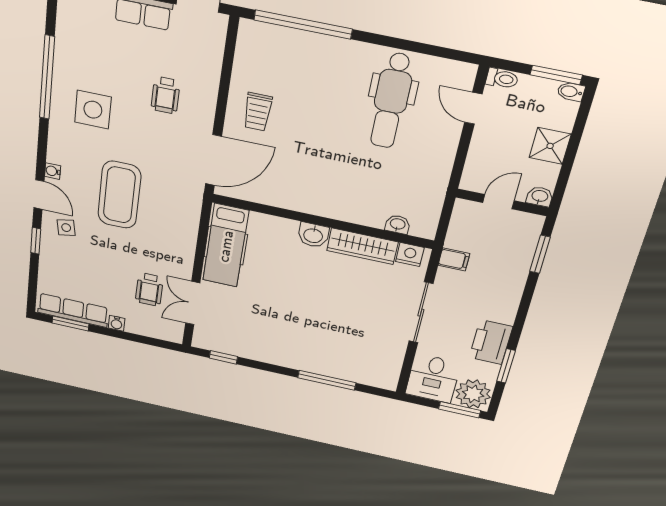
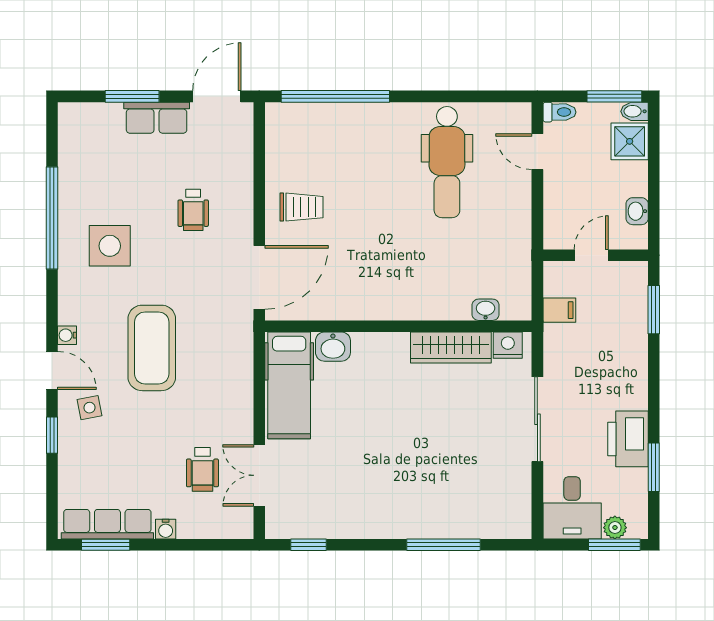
trolley: (258, 112) -> (301, 207), turned -90
shower: (550, 146) -> (630, 141), moved
washbasin: (540, 196) -> (637, 211), moved, turned -90
washbasin: (313, 235) -> (333, 347), moved
filing cabinet: (454, 259) -> (559, 310), moved
plant: (473, 394) -> (615, 528), width x0.53, depth x0.53

